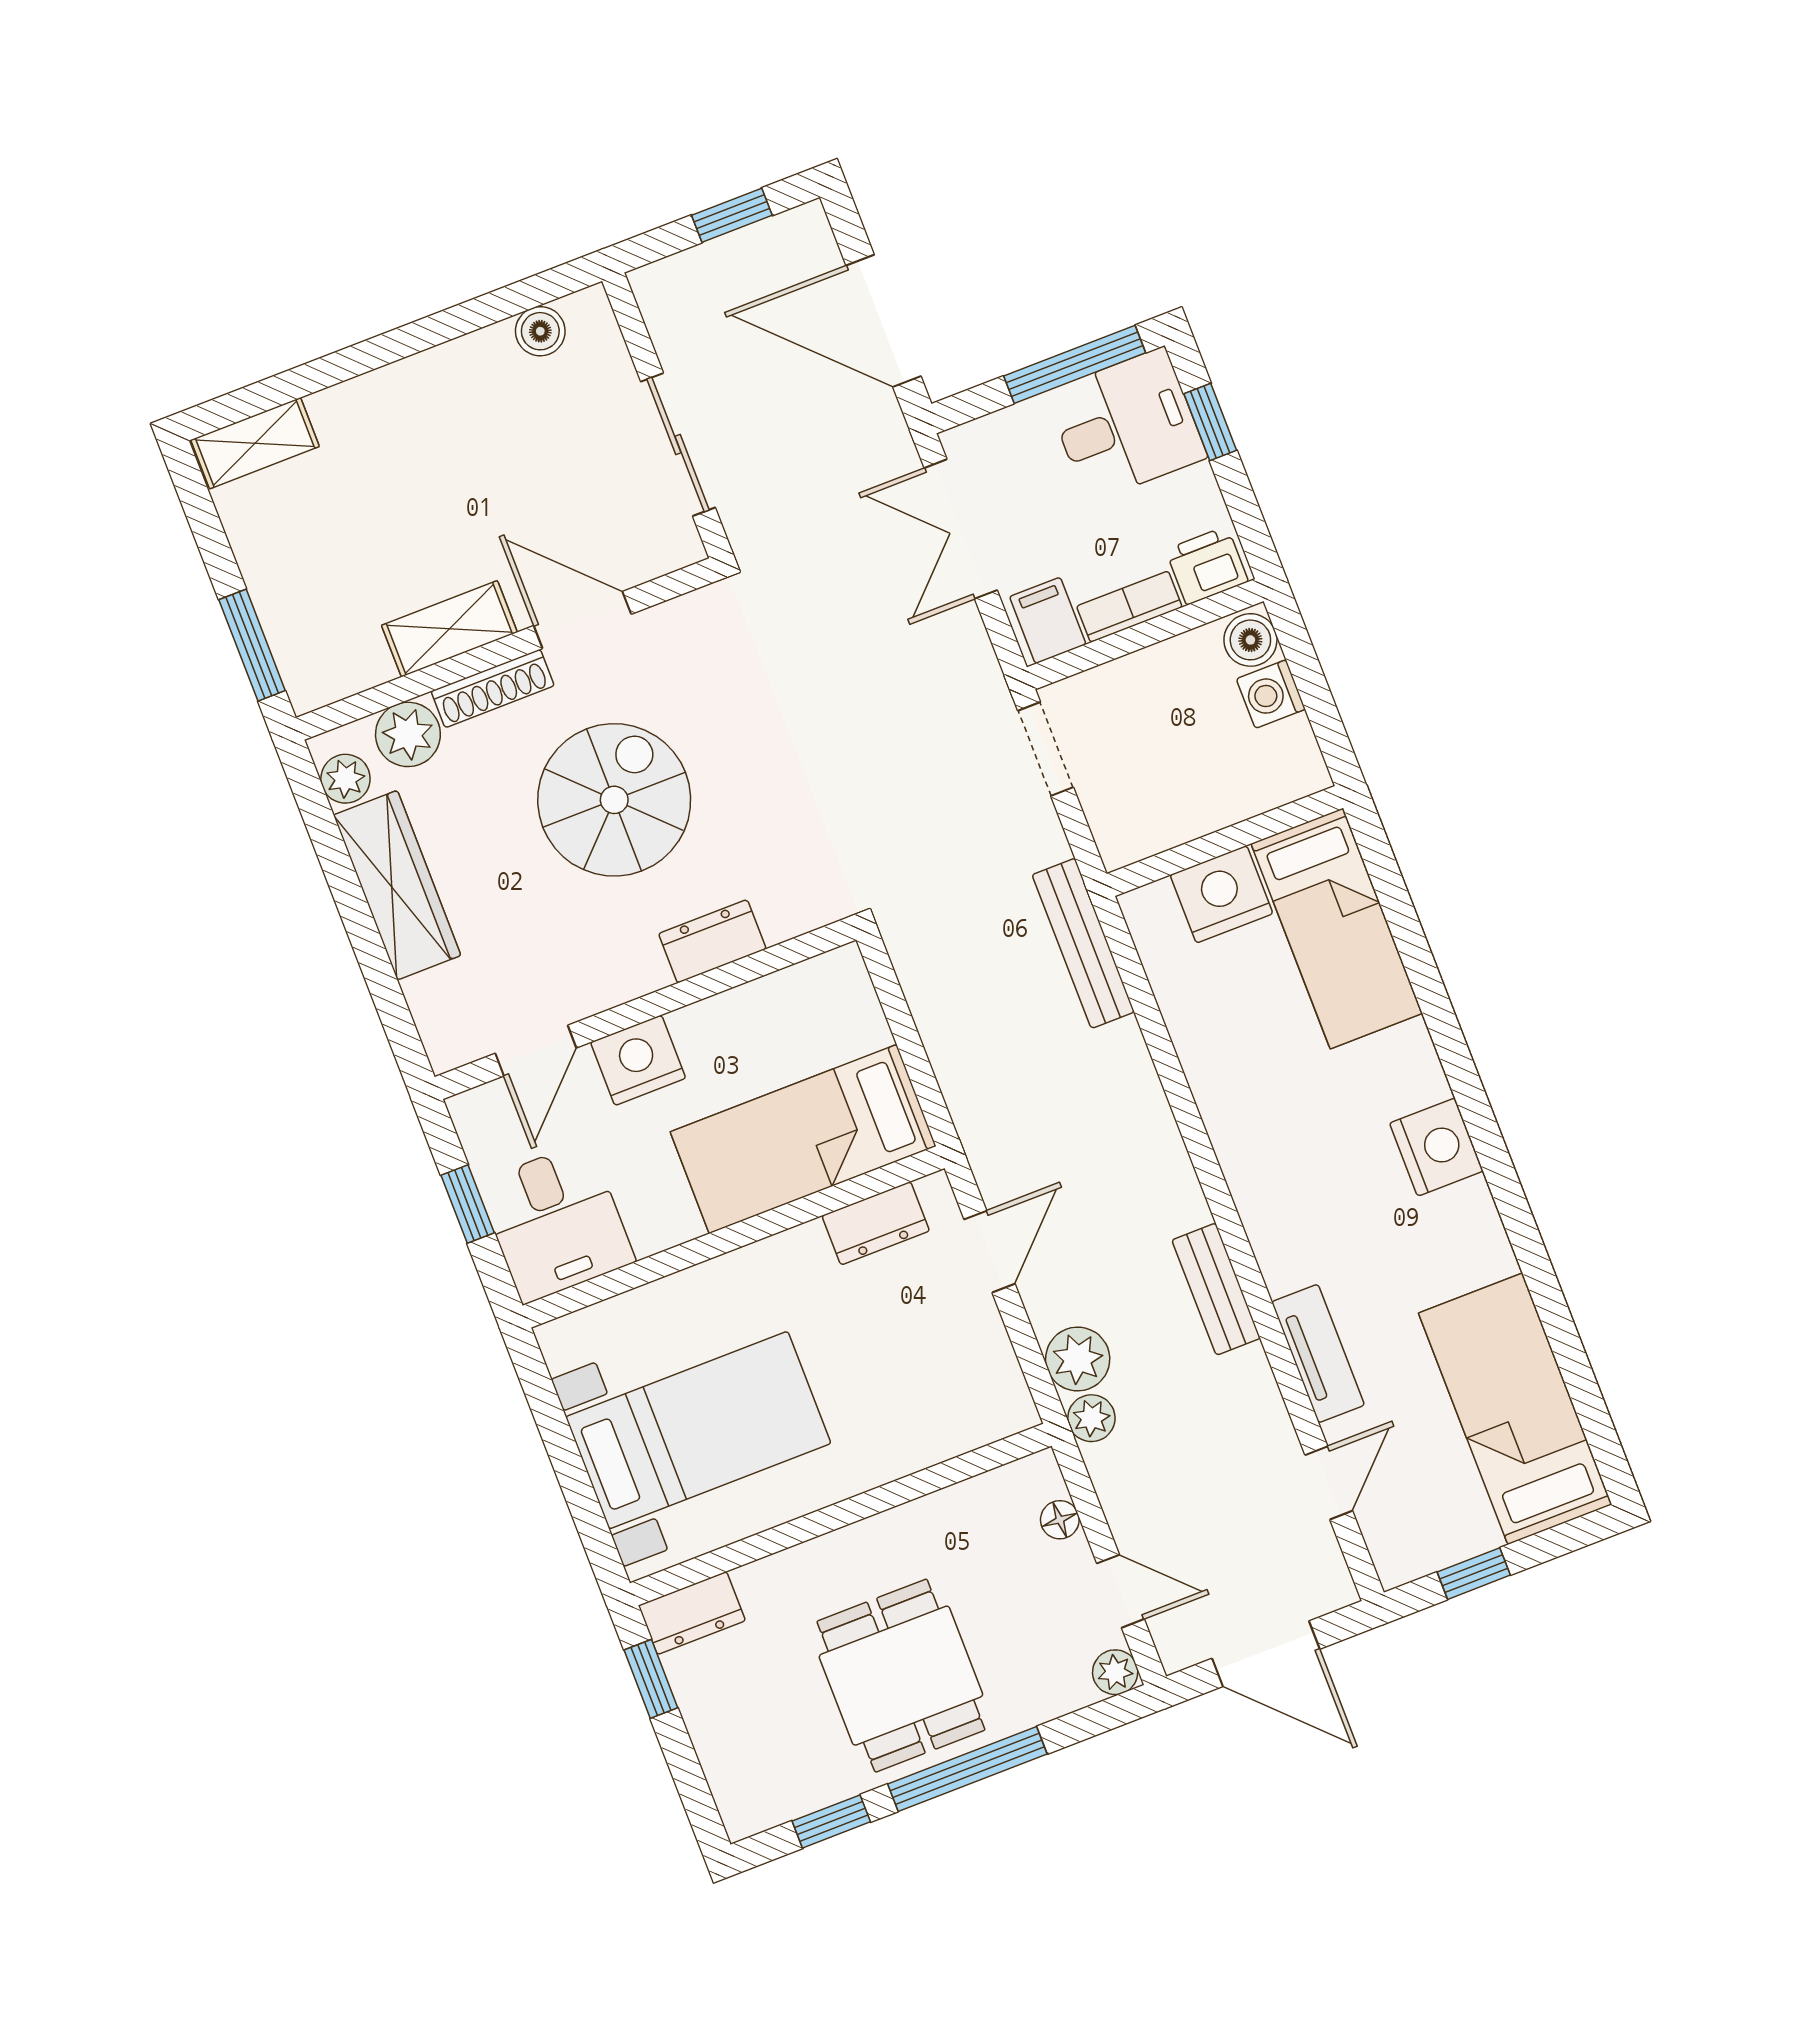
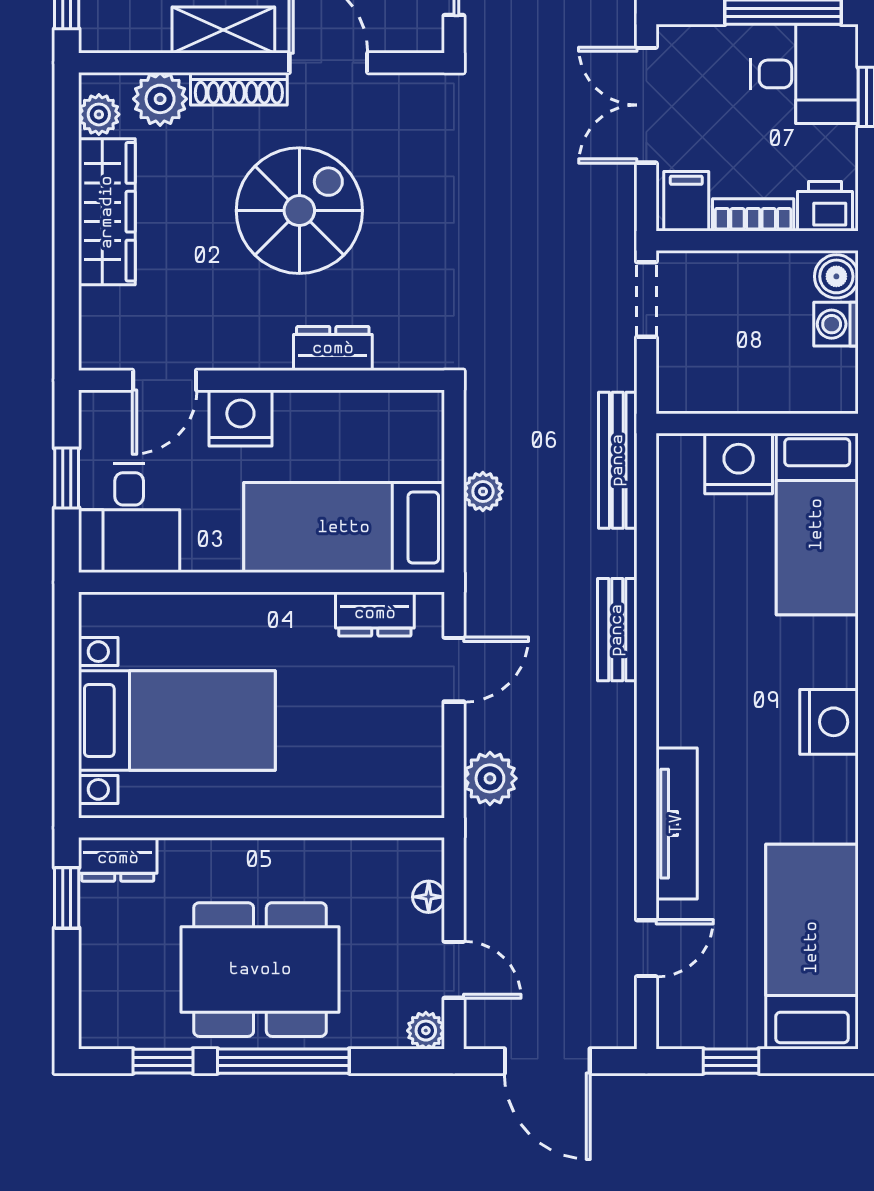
bench: (1216, 1289) -> (617, 630), moved
tv unit: (1318, 1353) -> (677, 824), width x1.41
plant: (1091, 1418) -> (483, 491), moved
dining table: (901, 1676) -> (260, 970), width x1.38

